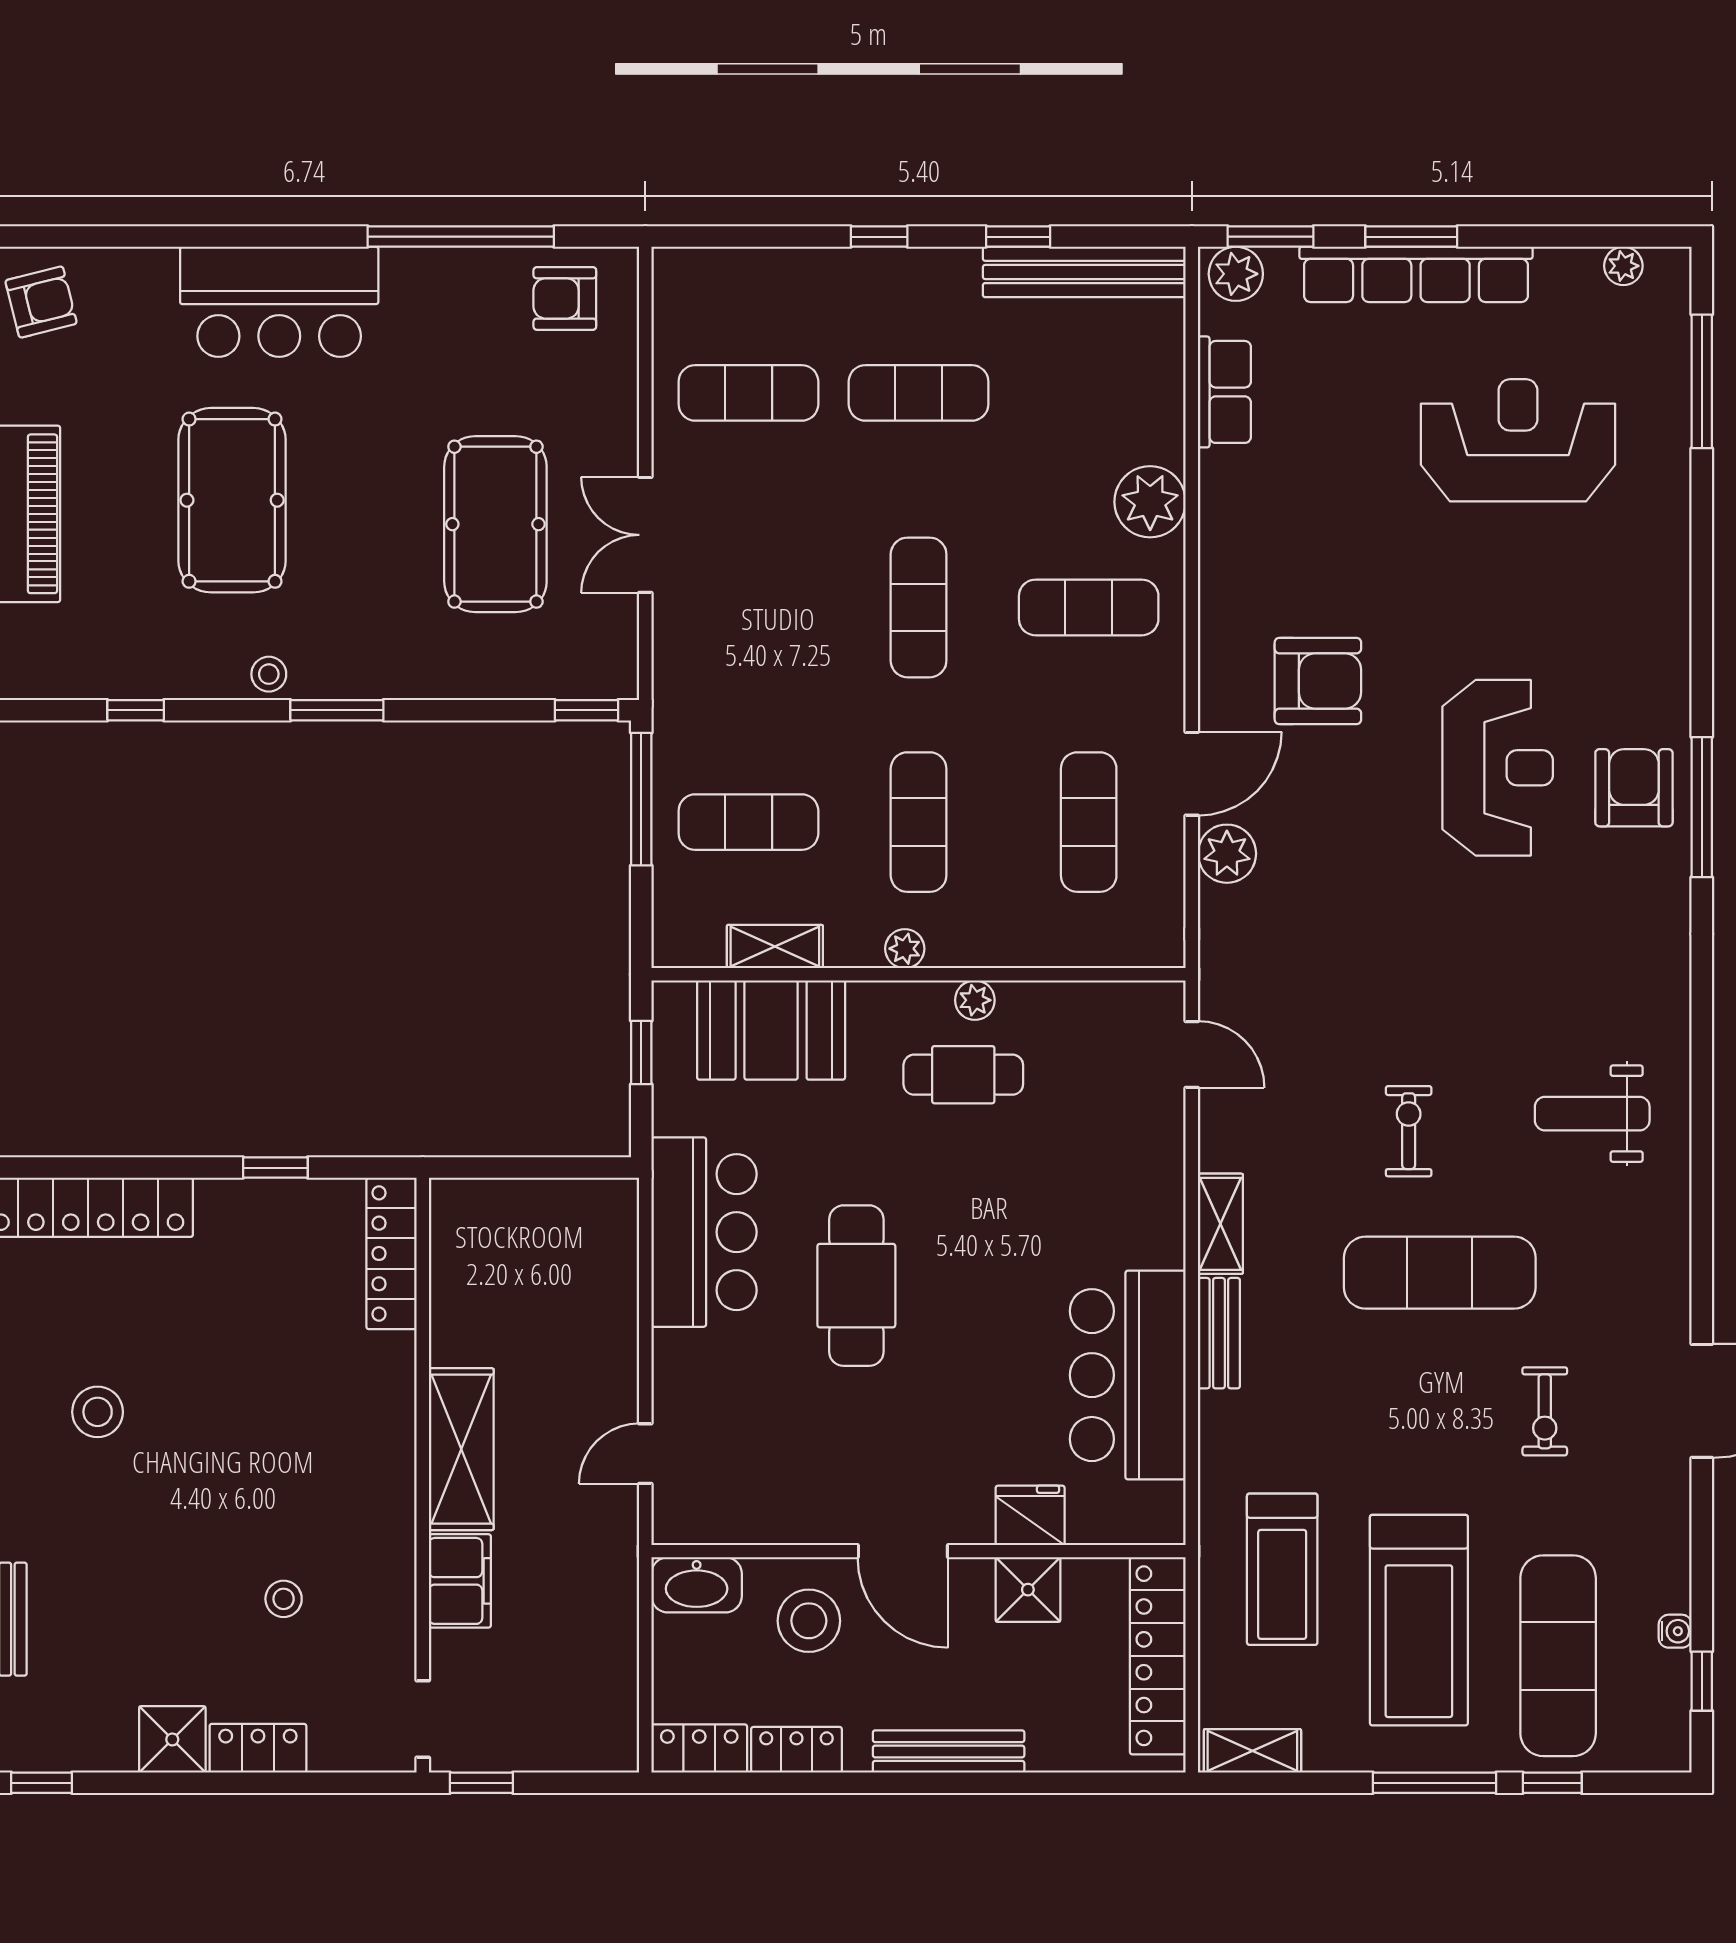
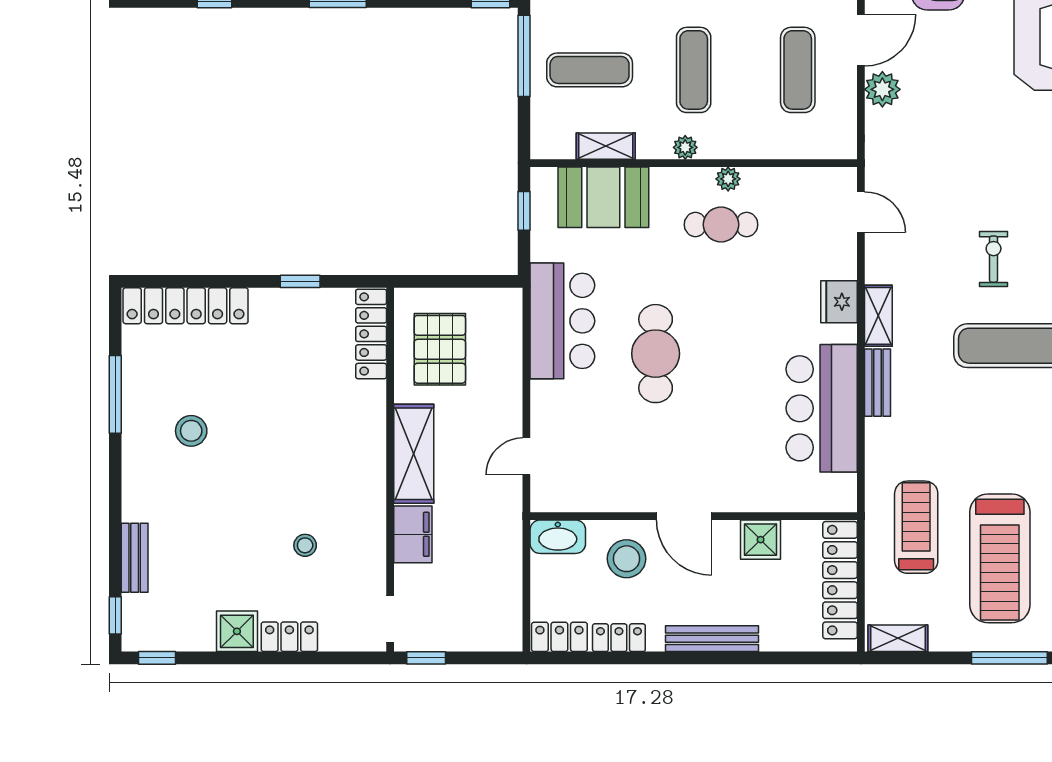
pallet: (504, 1279) -> (440, 349), added
fridge: (1030, 1515) -> (839, 302), moved, turned -90
treadmill: (1282, 1569) -> (916, 527), turned 180

